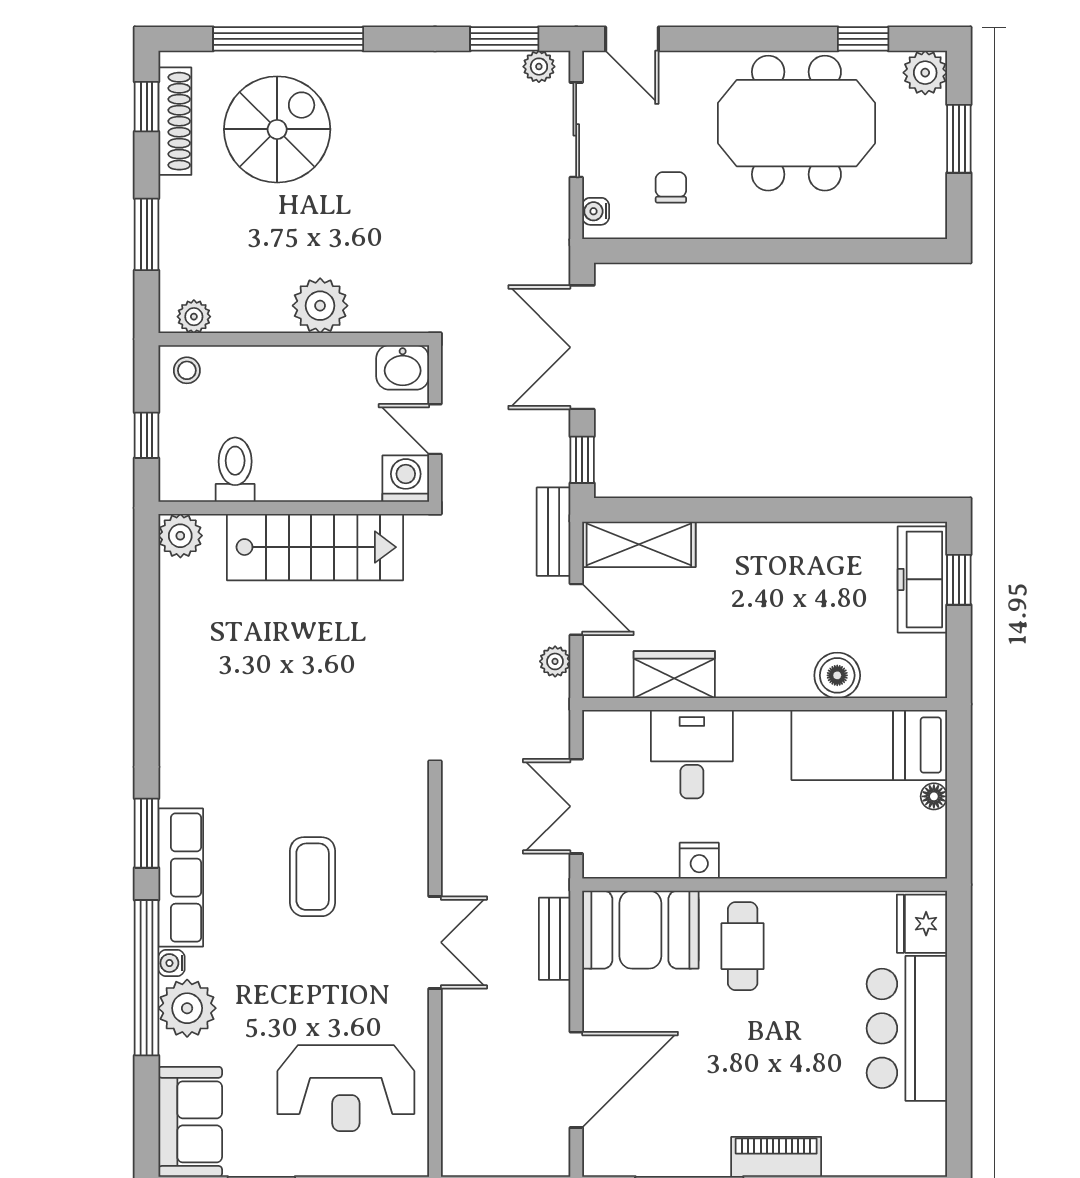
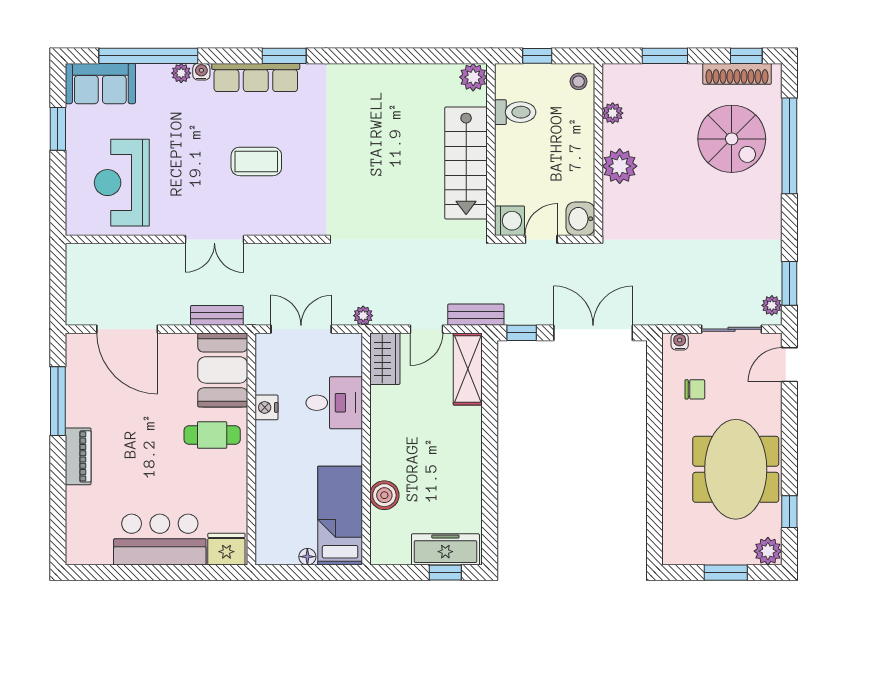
plant: (194, 317) -> (613, 113), moved
plant: (555, 661) -> (363, 316), moved
wardrobe: (674, 675) -> (385, 359), moved
window: (147, 978) -> (148, 56), moved
plant: (187, 1008) -> (181, 73), width x0.53, depth x0.53

